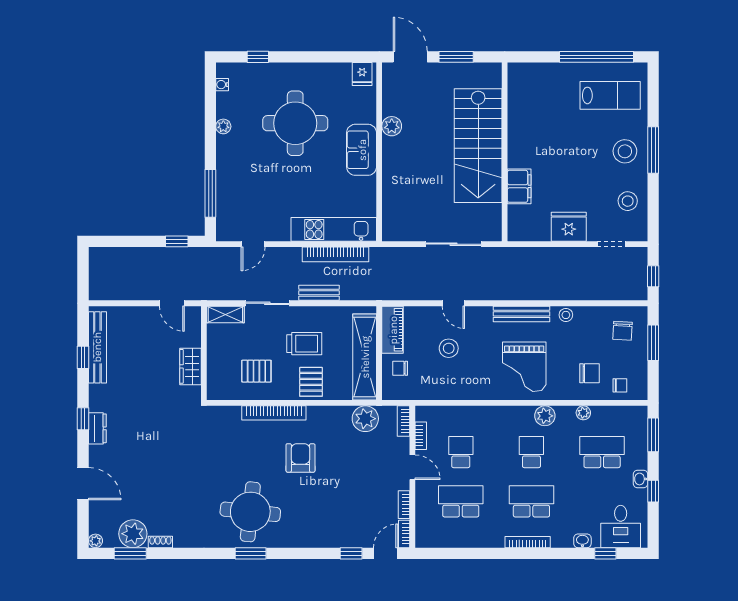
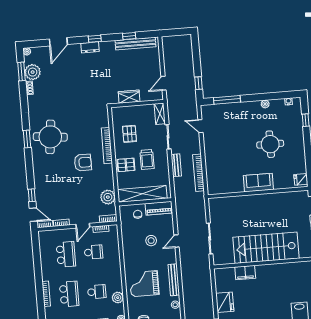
round table: (295, 123) -> (270, 144), width x0.73, depth x0.73
plant: (392, 126) -> (273, 198), removed
kitchen unit: (334, 229) -> (212, 171), removed

